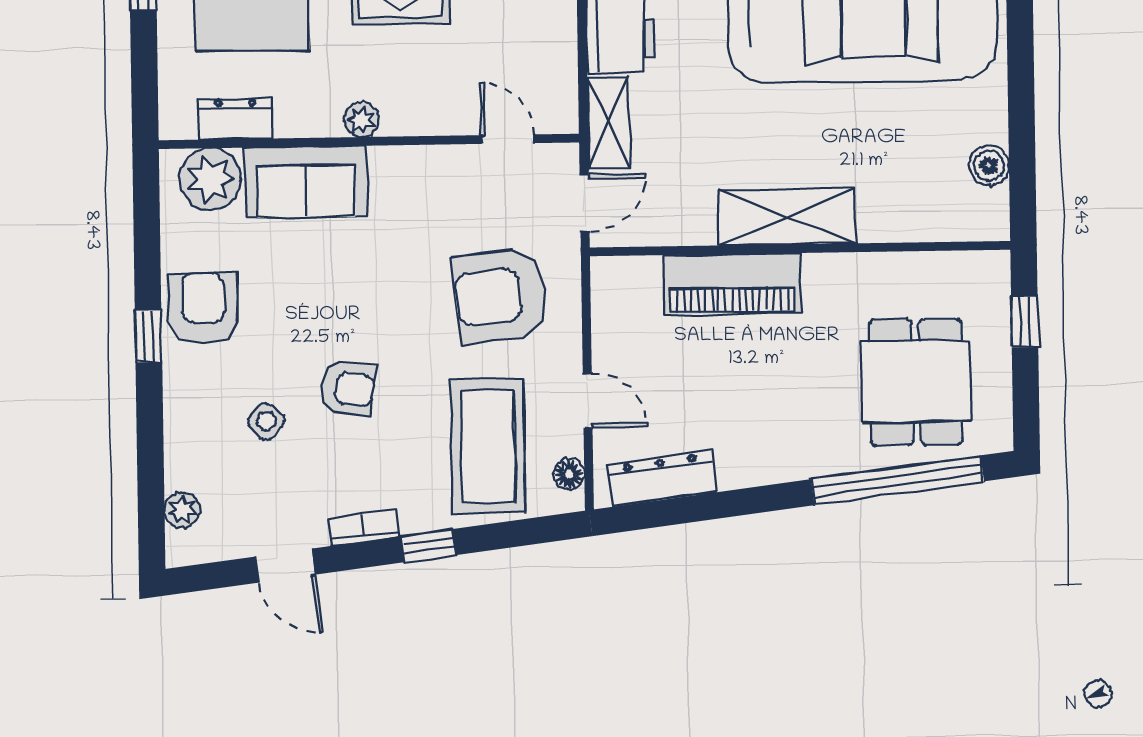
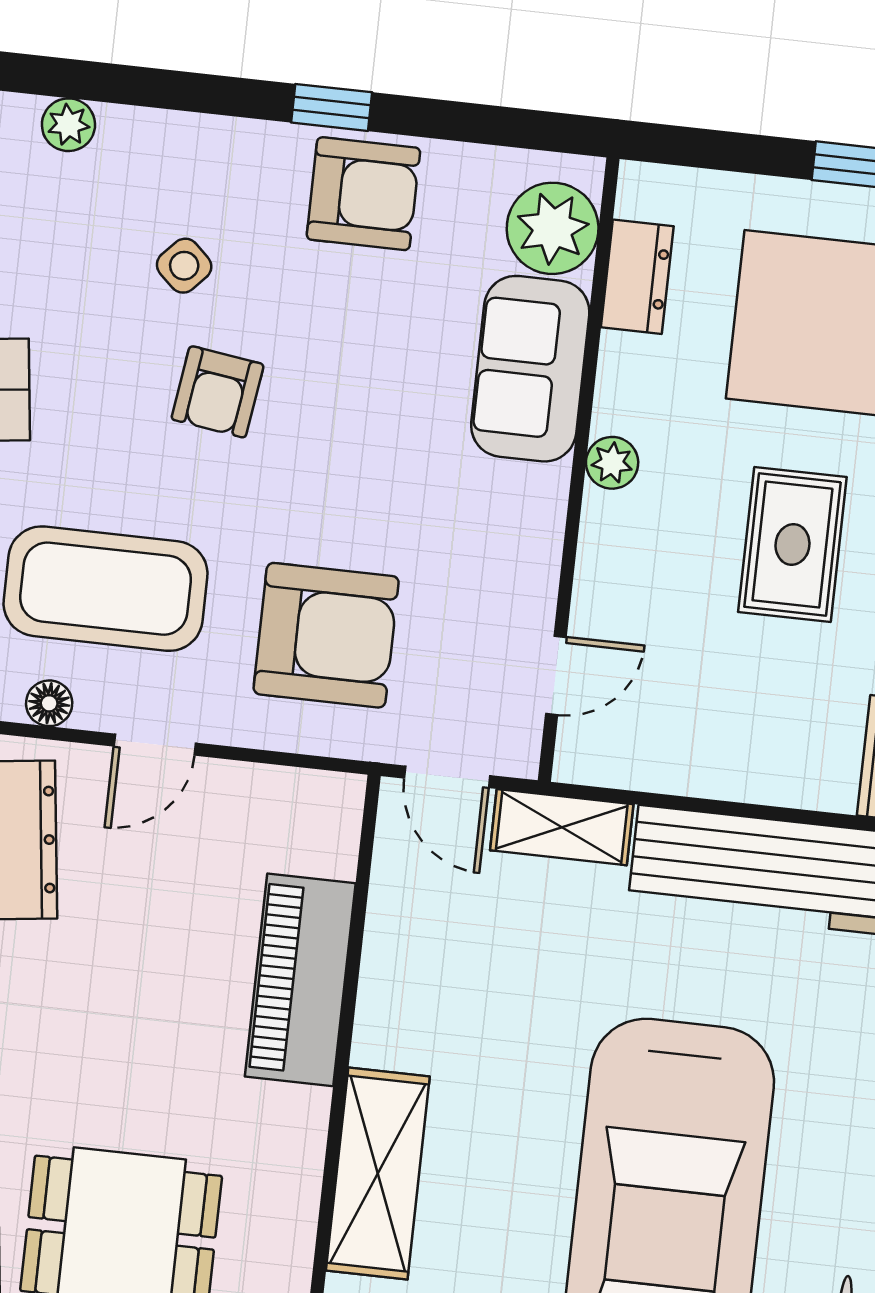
shelving: (787, 217) -> (378, 1174), moved
armchair: (500, 296) -> (326, 635), turned 96

